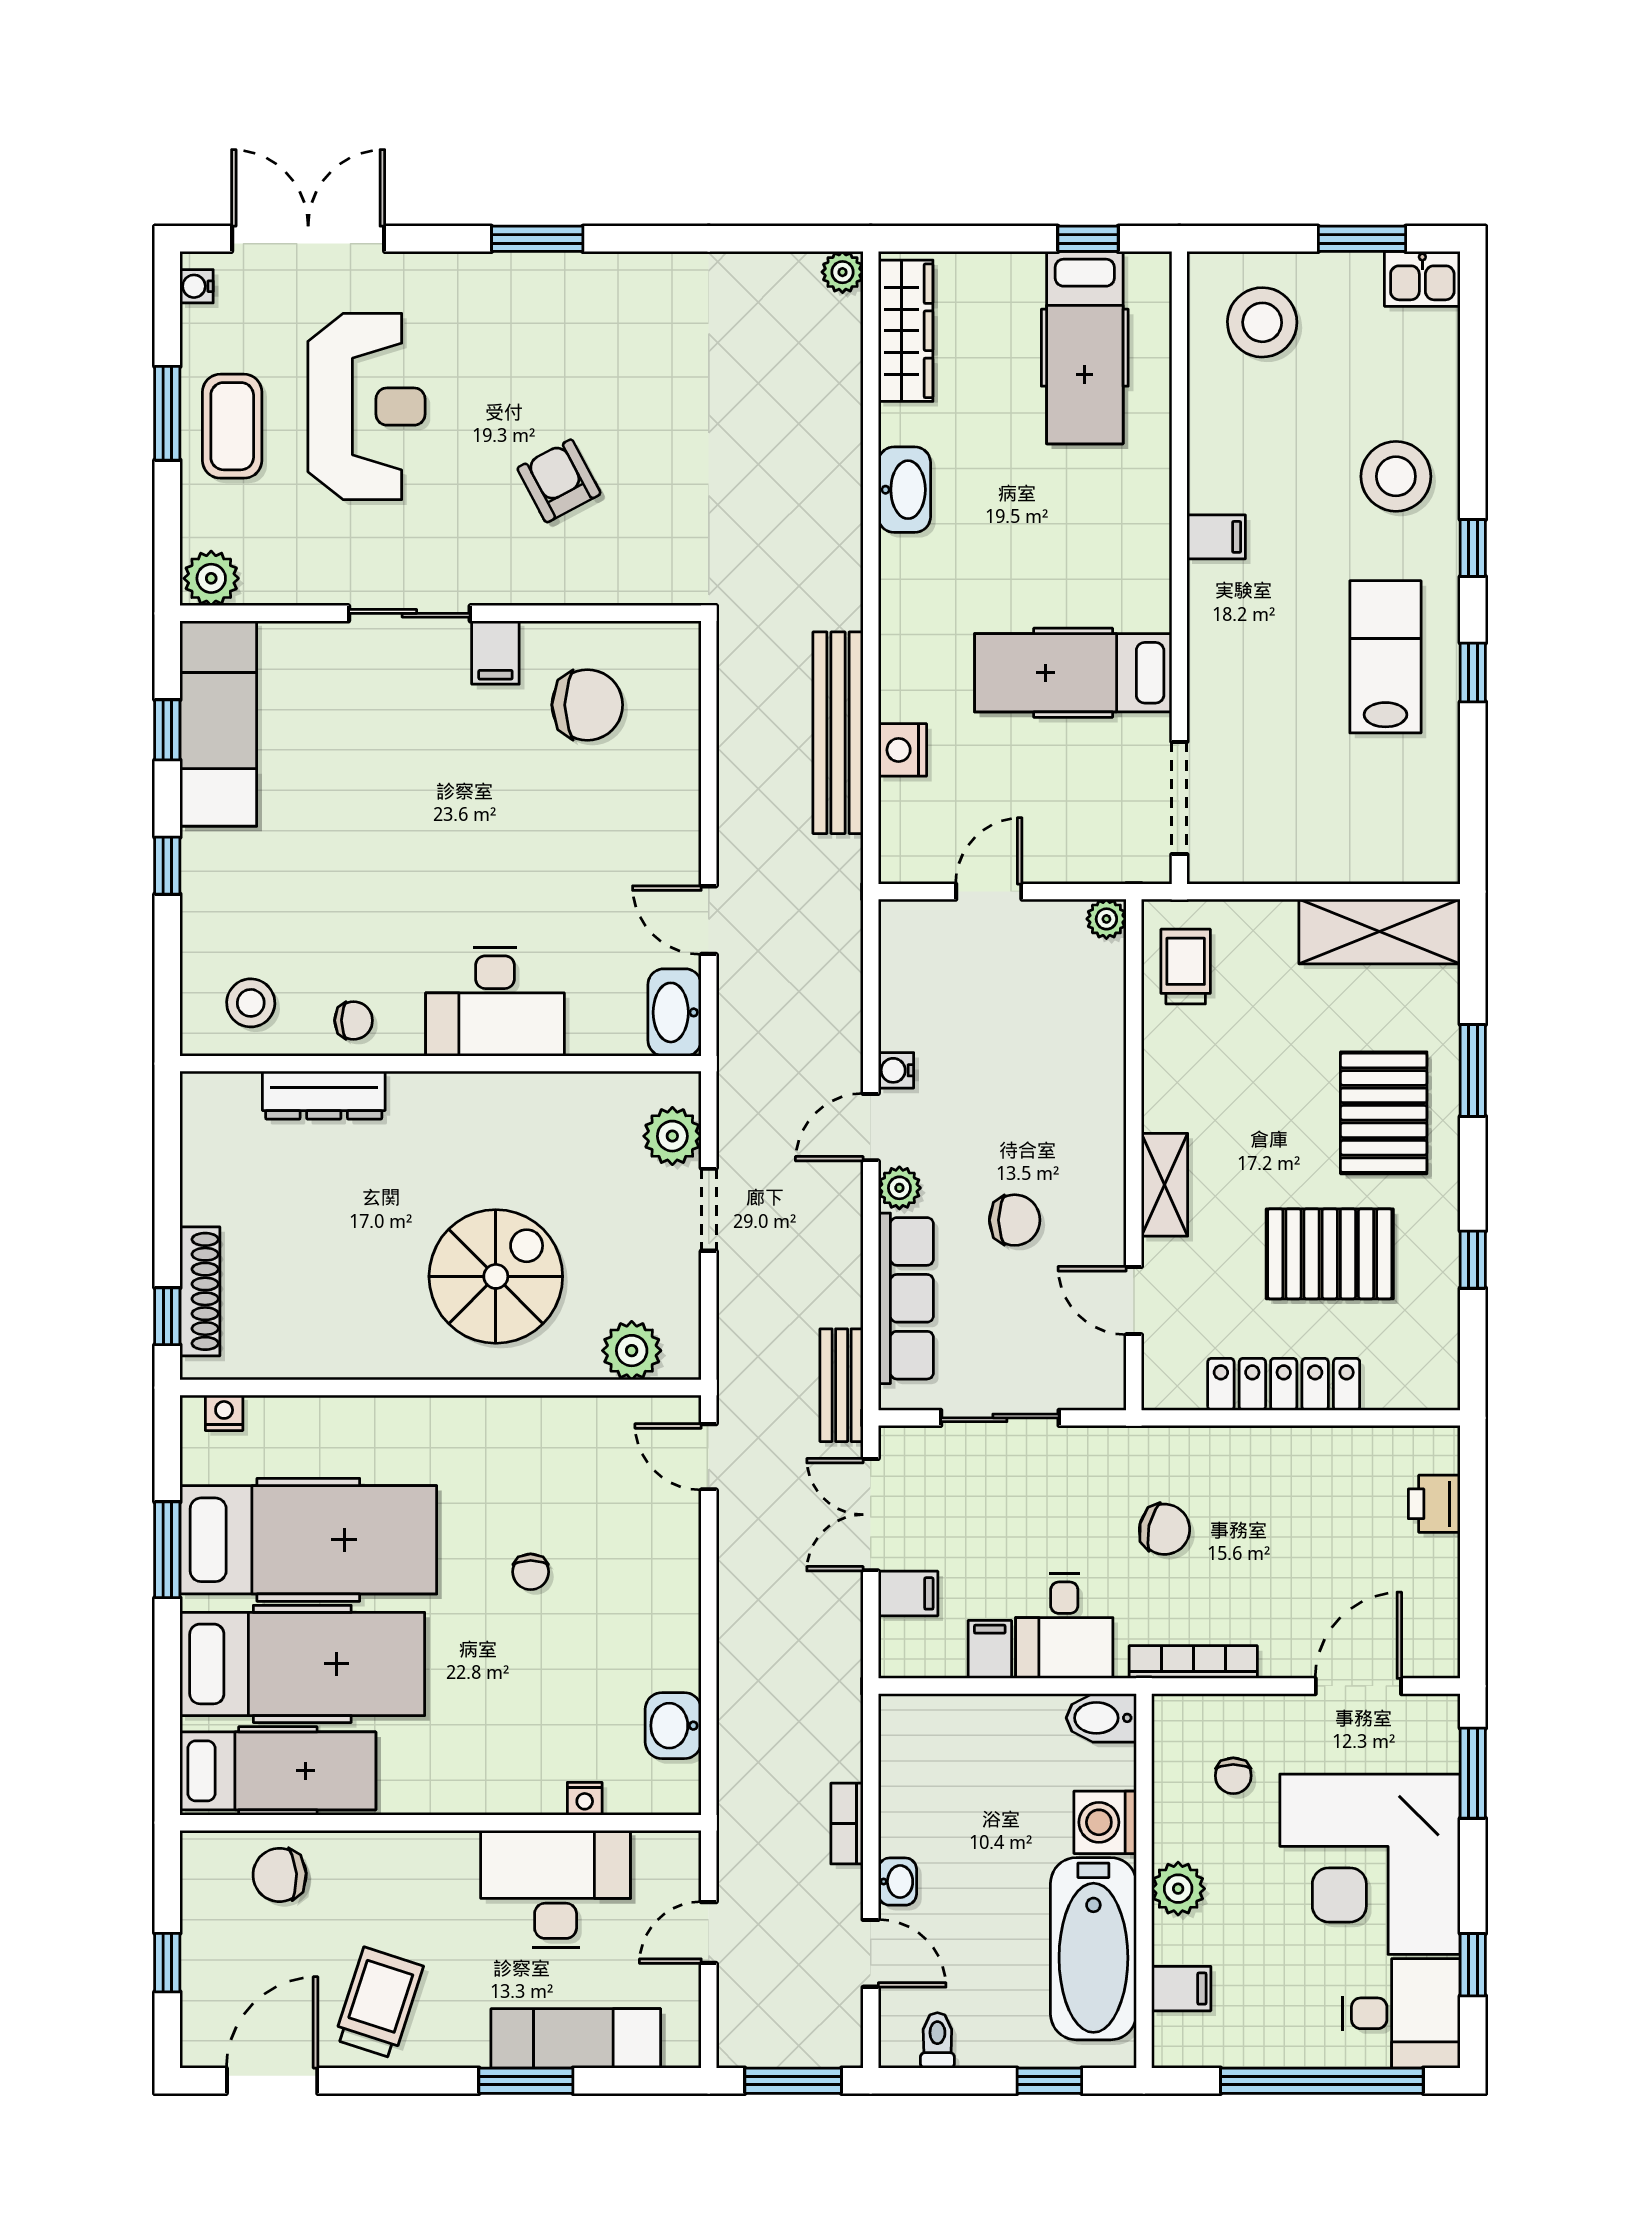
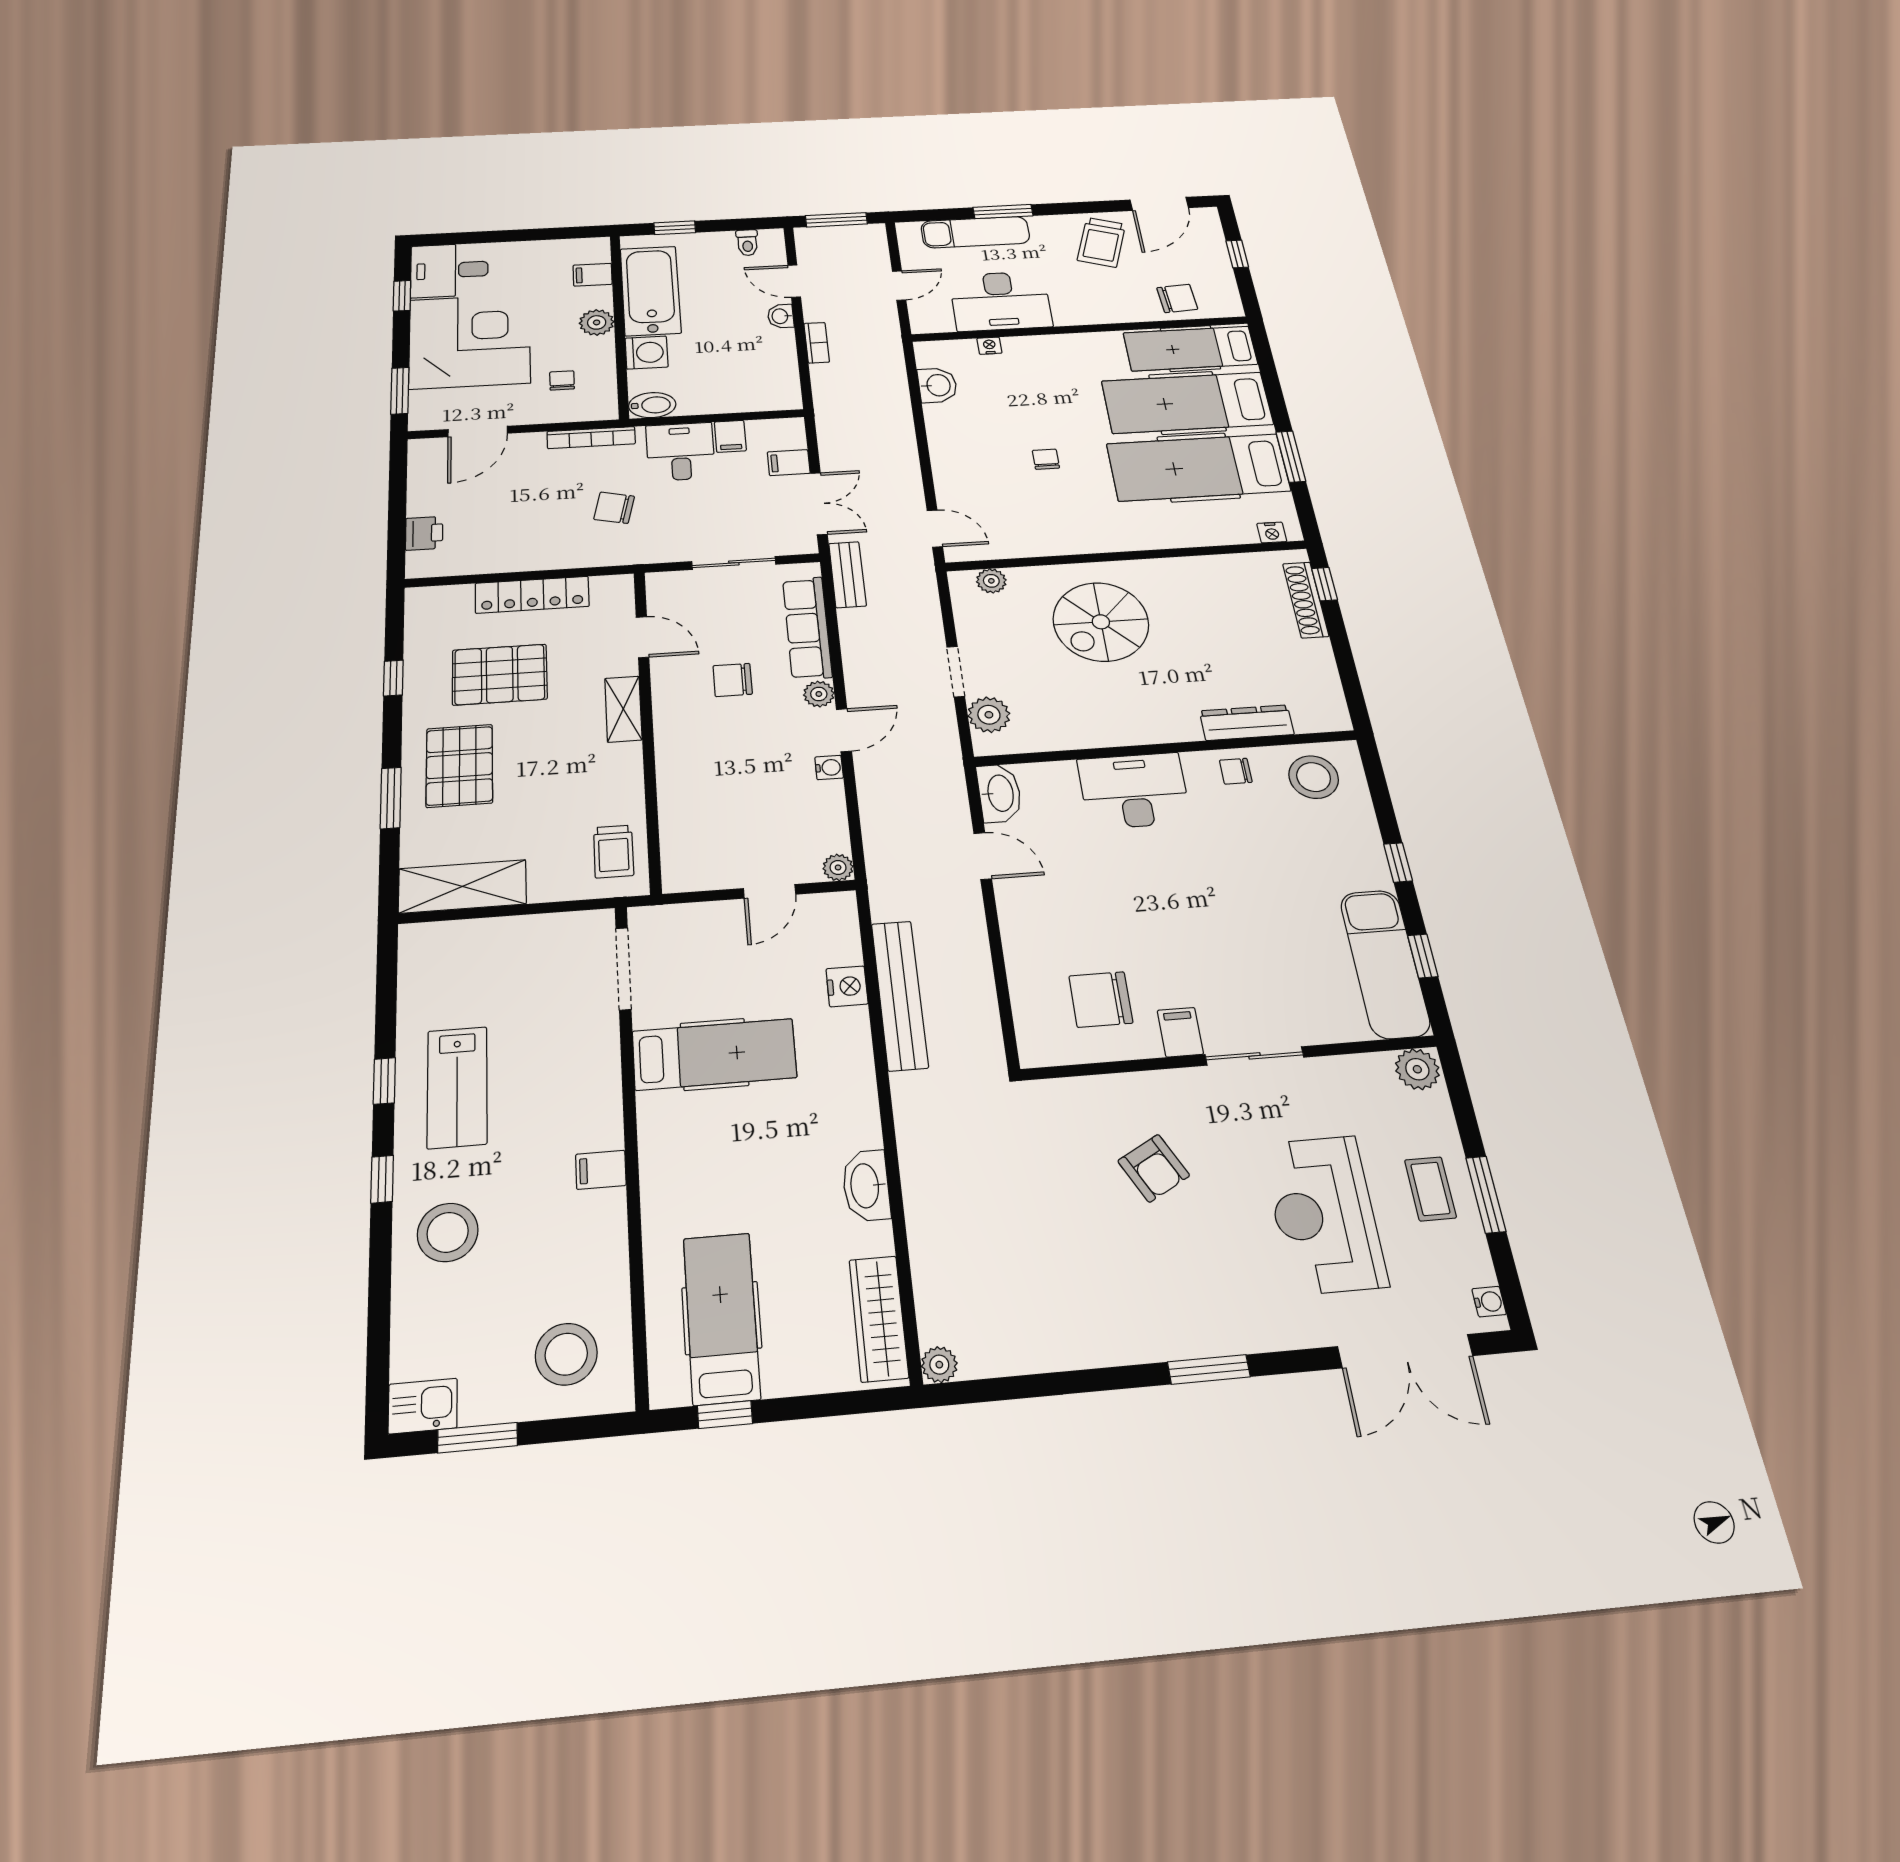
coffee table: (232, 426) -> (1430, 1189), width x0.73, depth x0.77
plant: (1106, 919) -> (838, 867), moved
stool: (251, 1003) -> (1314, 777), width x1.38, depth x1.38
plant: (632, 1351) -> (991, 581), width x0.73, depth x0.73
window: (1322, 2081) -> (501, 236), removed

